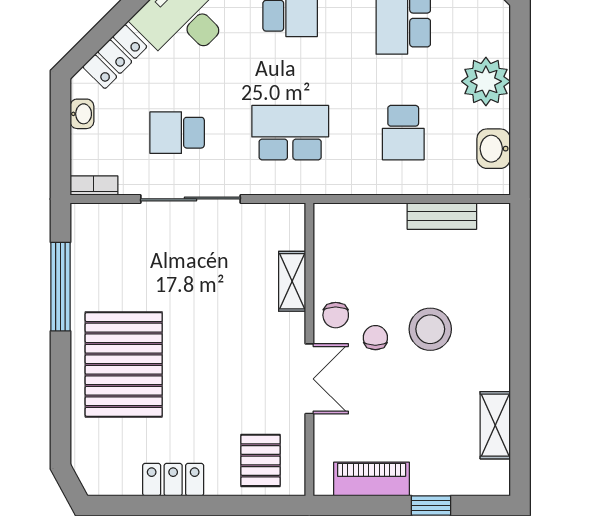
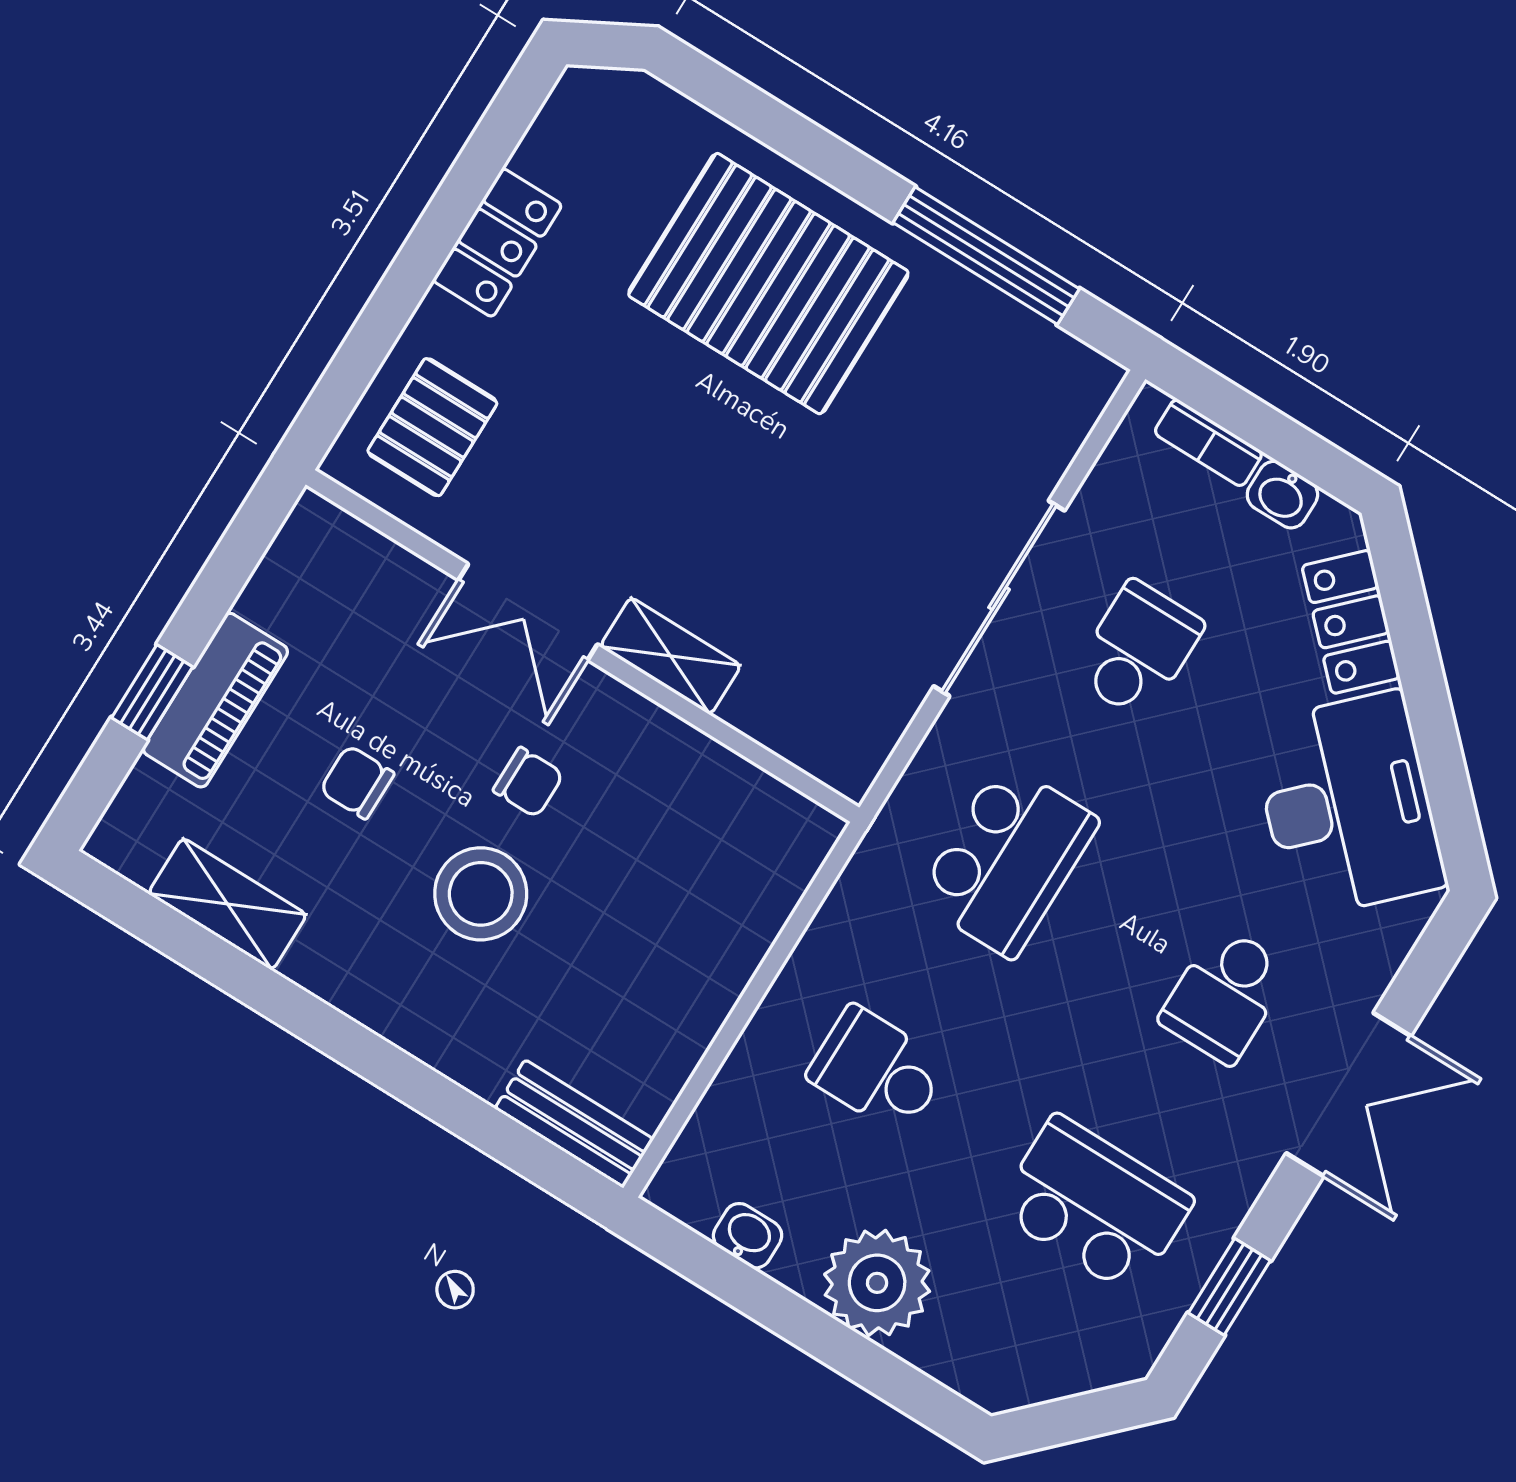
washbasin: (494, 149) -> (748, 1236), width x0.72, depth x0.69
bookcase: (94, 186) -> (1208, 443), moved, turned 90
bench: (442, 216) -> (574, 1124), moved, turned 90
shelving: (292, 281) -> (671, 656), moved
chair: (336, 315) -> (357, 782), moved
pallet: (260, 460) -> (432, 427), turned 90
piano: (372, 479) -> (215, 700), moved

